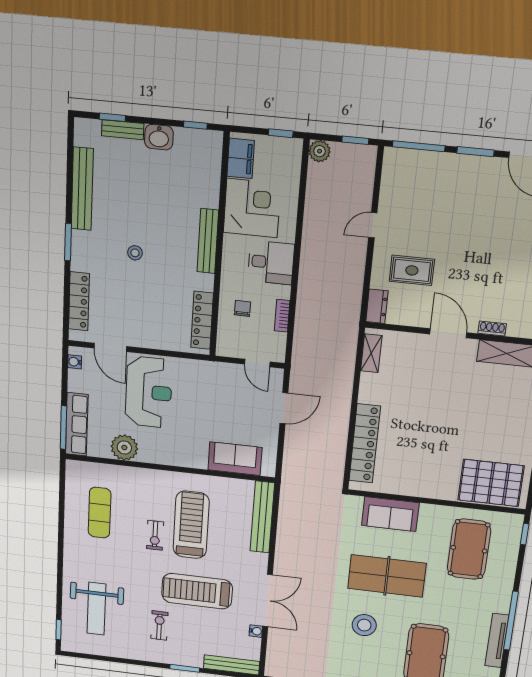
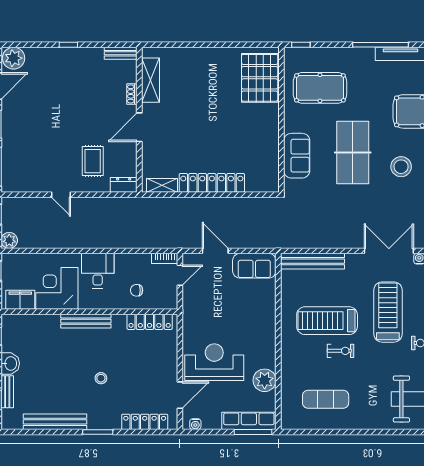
bookcase: (282, 316) -> (165, 258), moved
locker: (365, 443) -> (212, 183), moved
sofa: (235, 459) -> (254, 266), moved, turned -90
treadmill: (197, 591) -> (388, 312), turned 180

